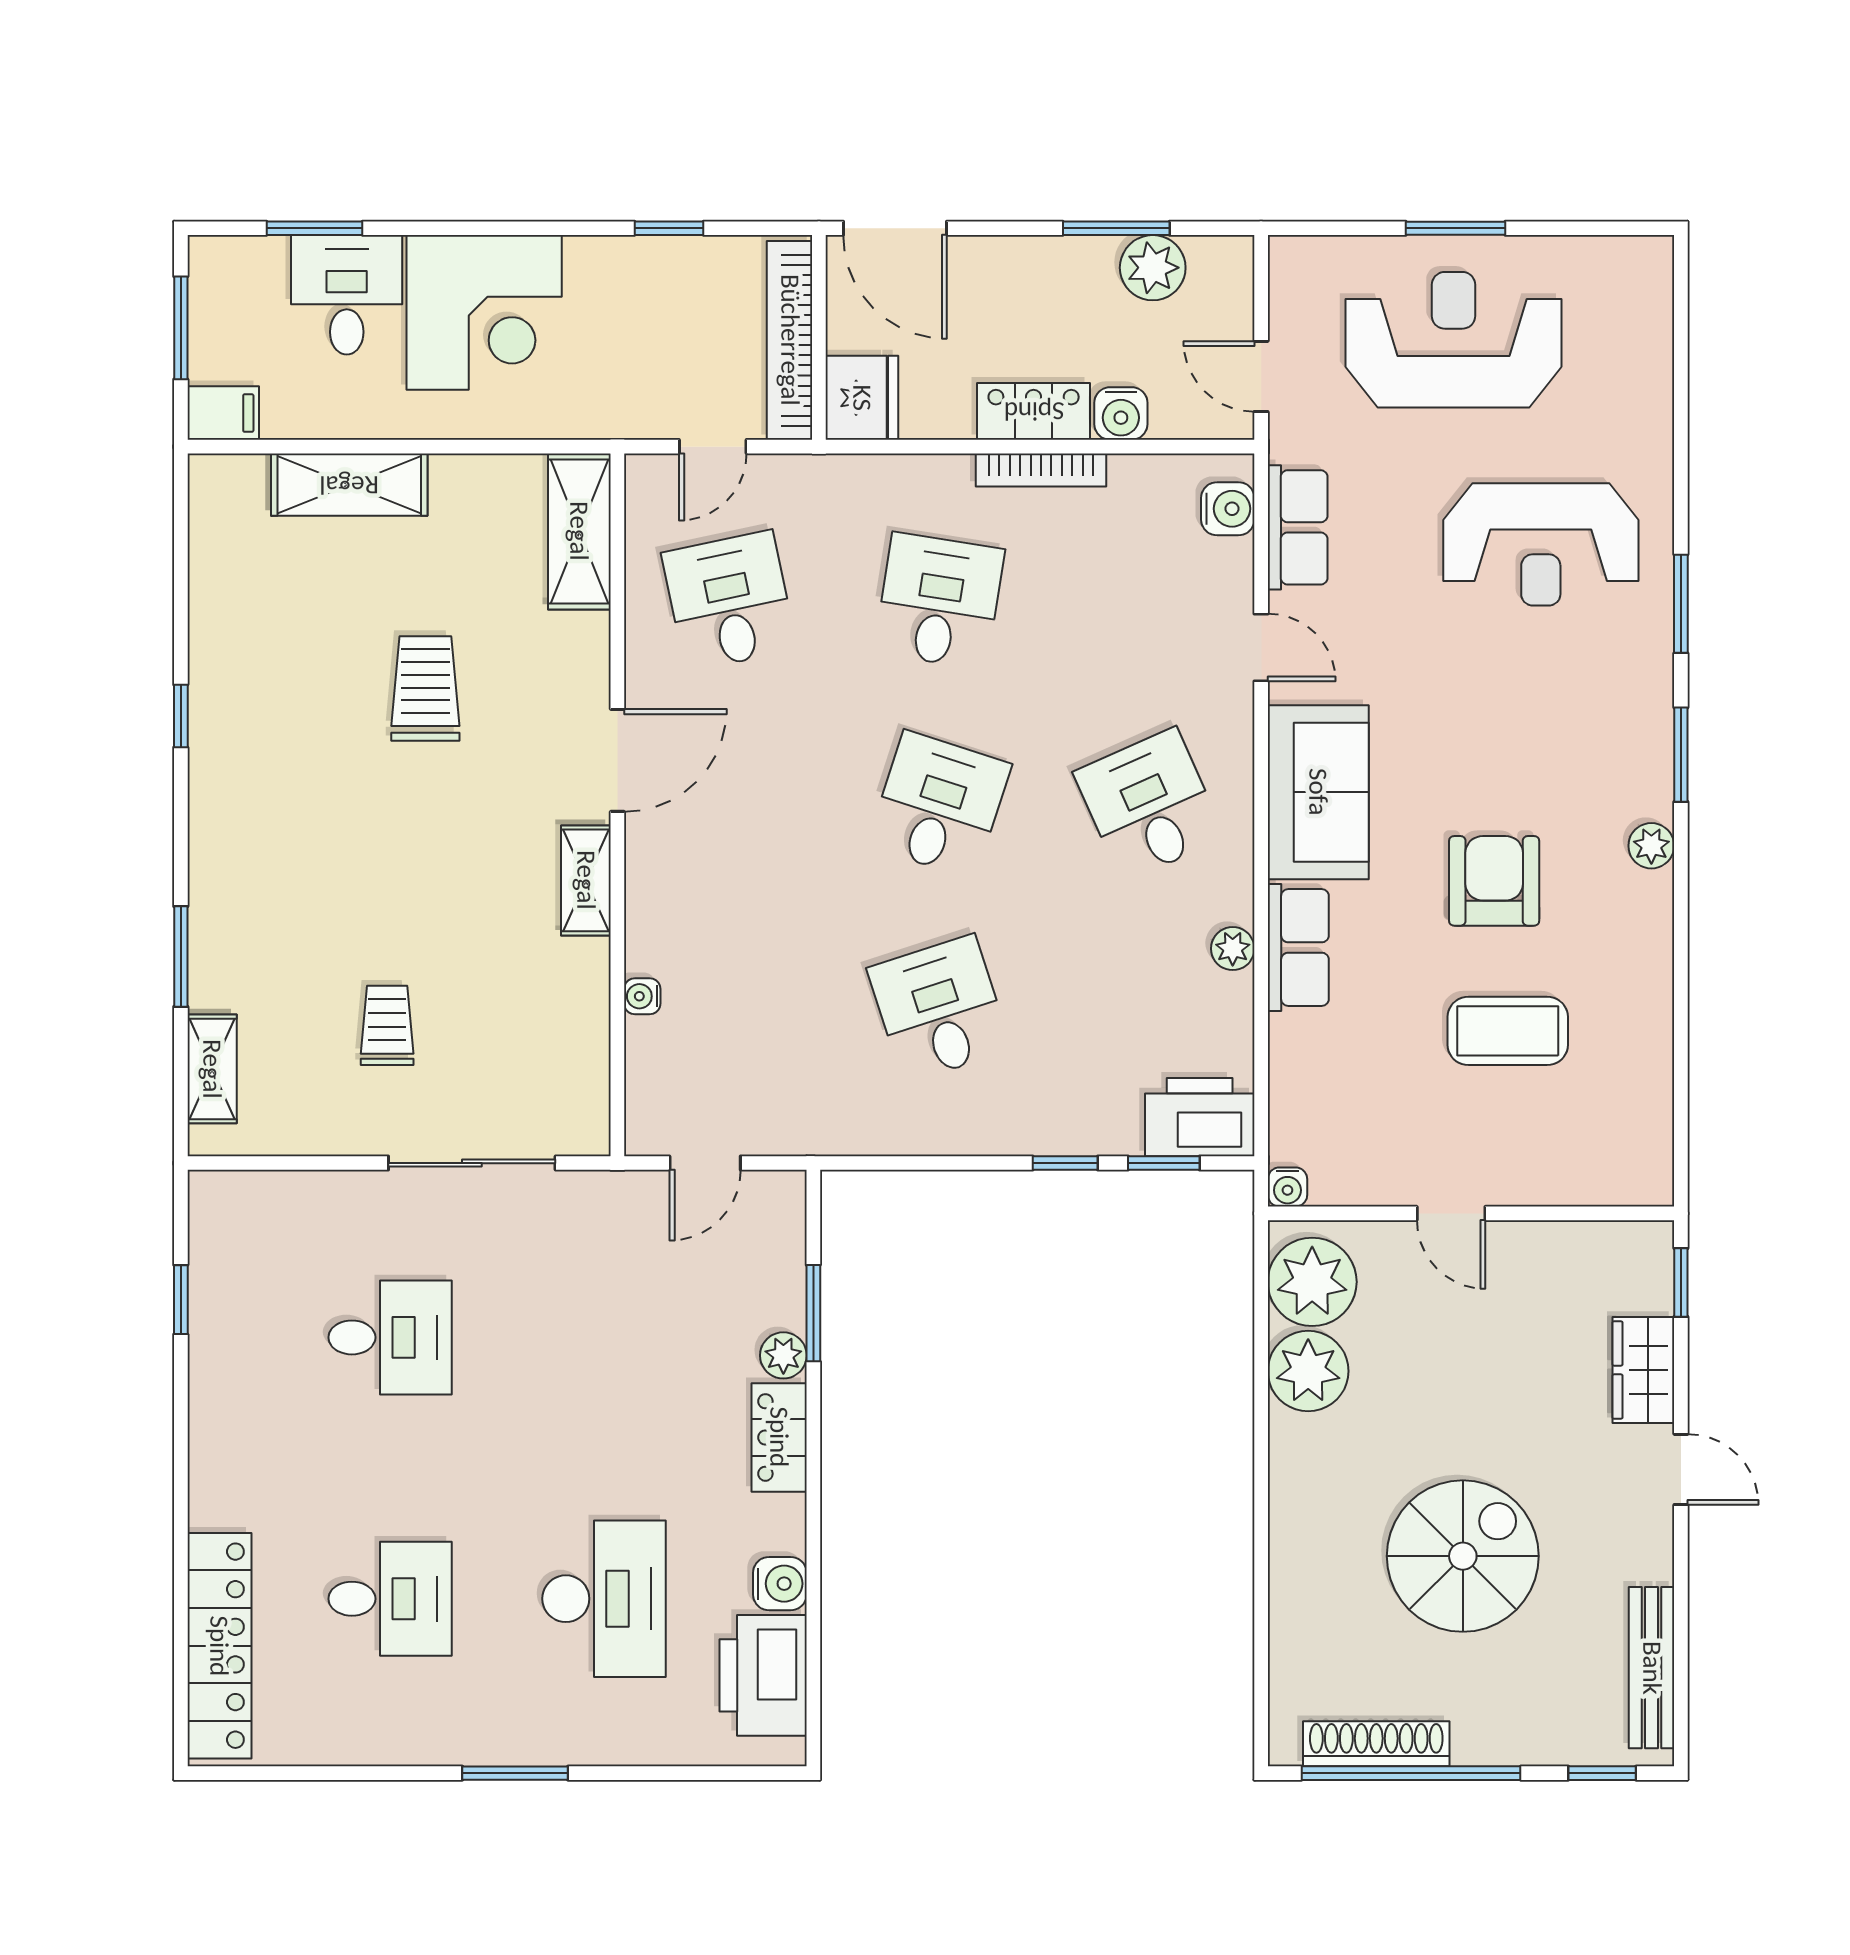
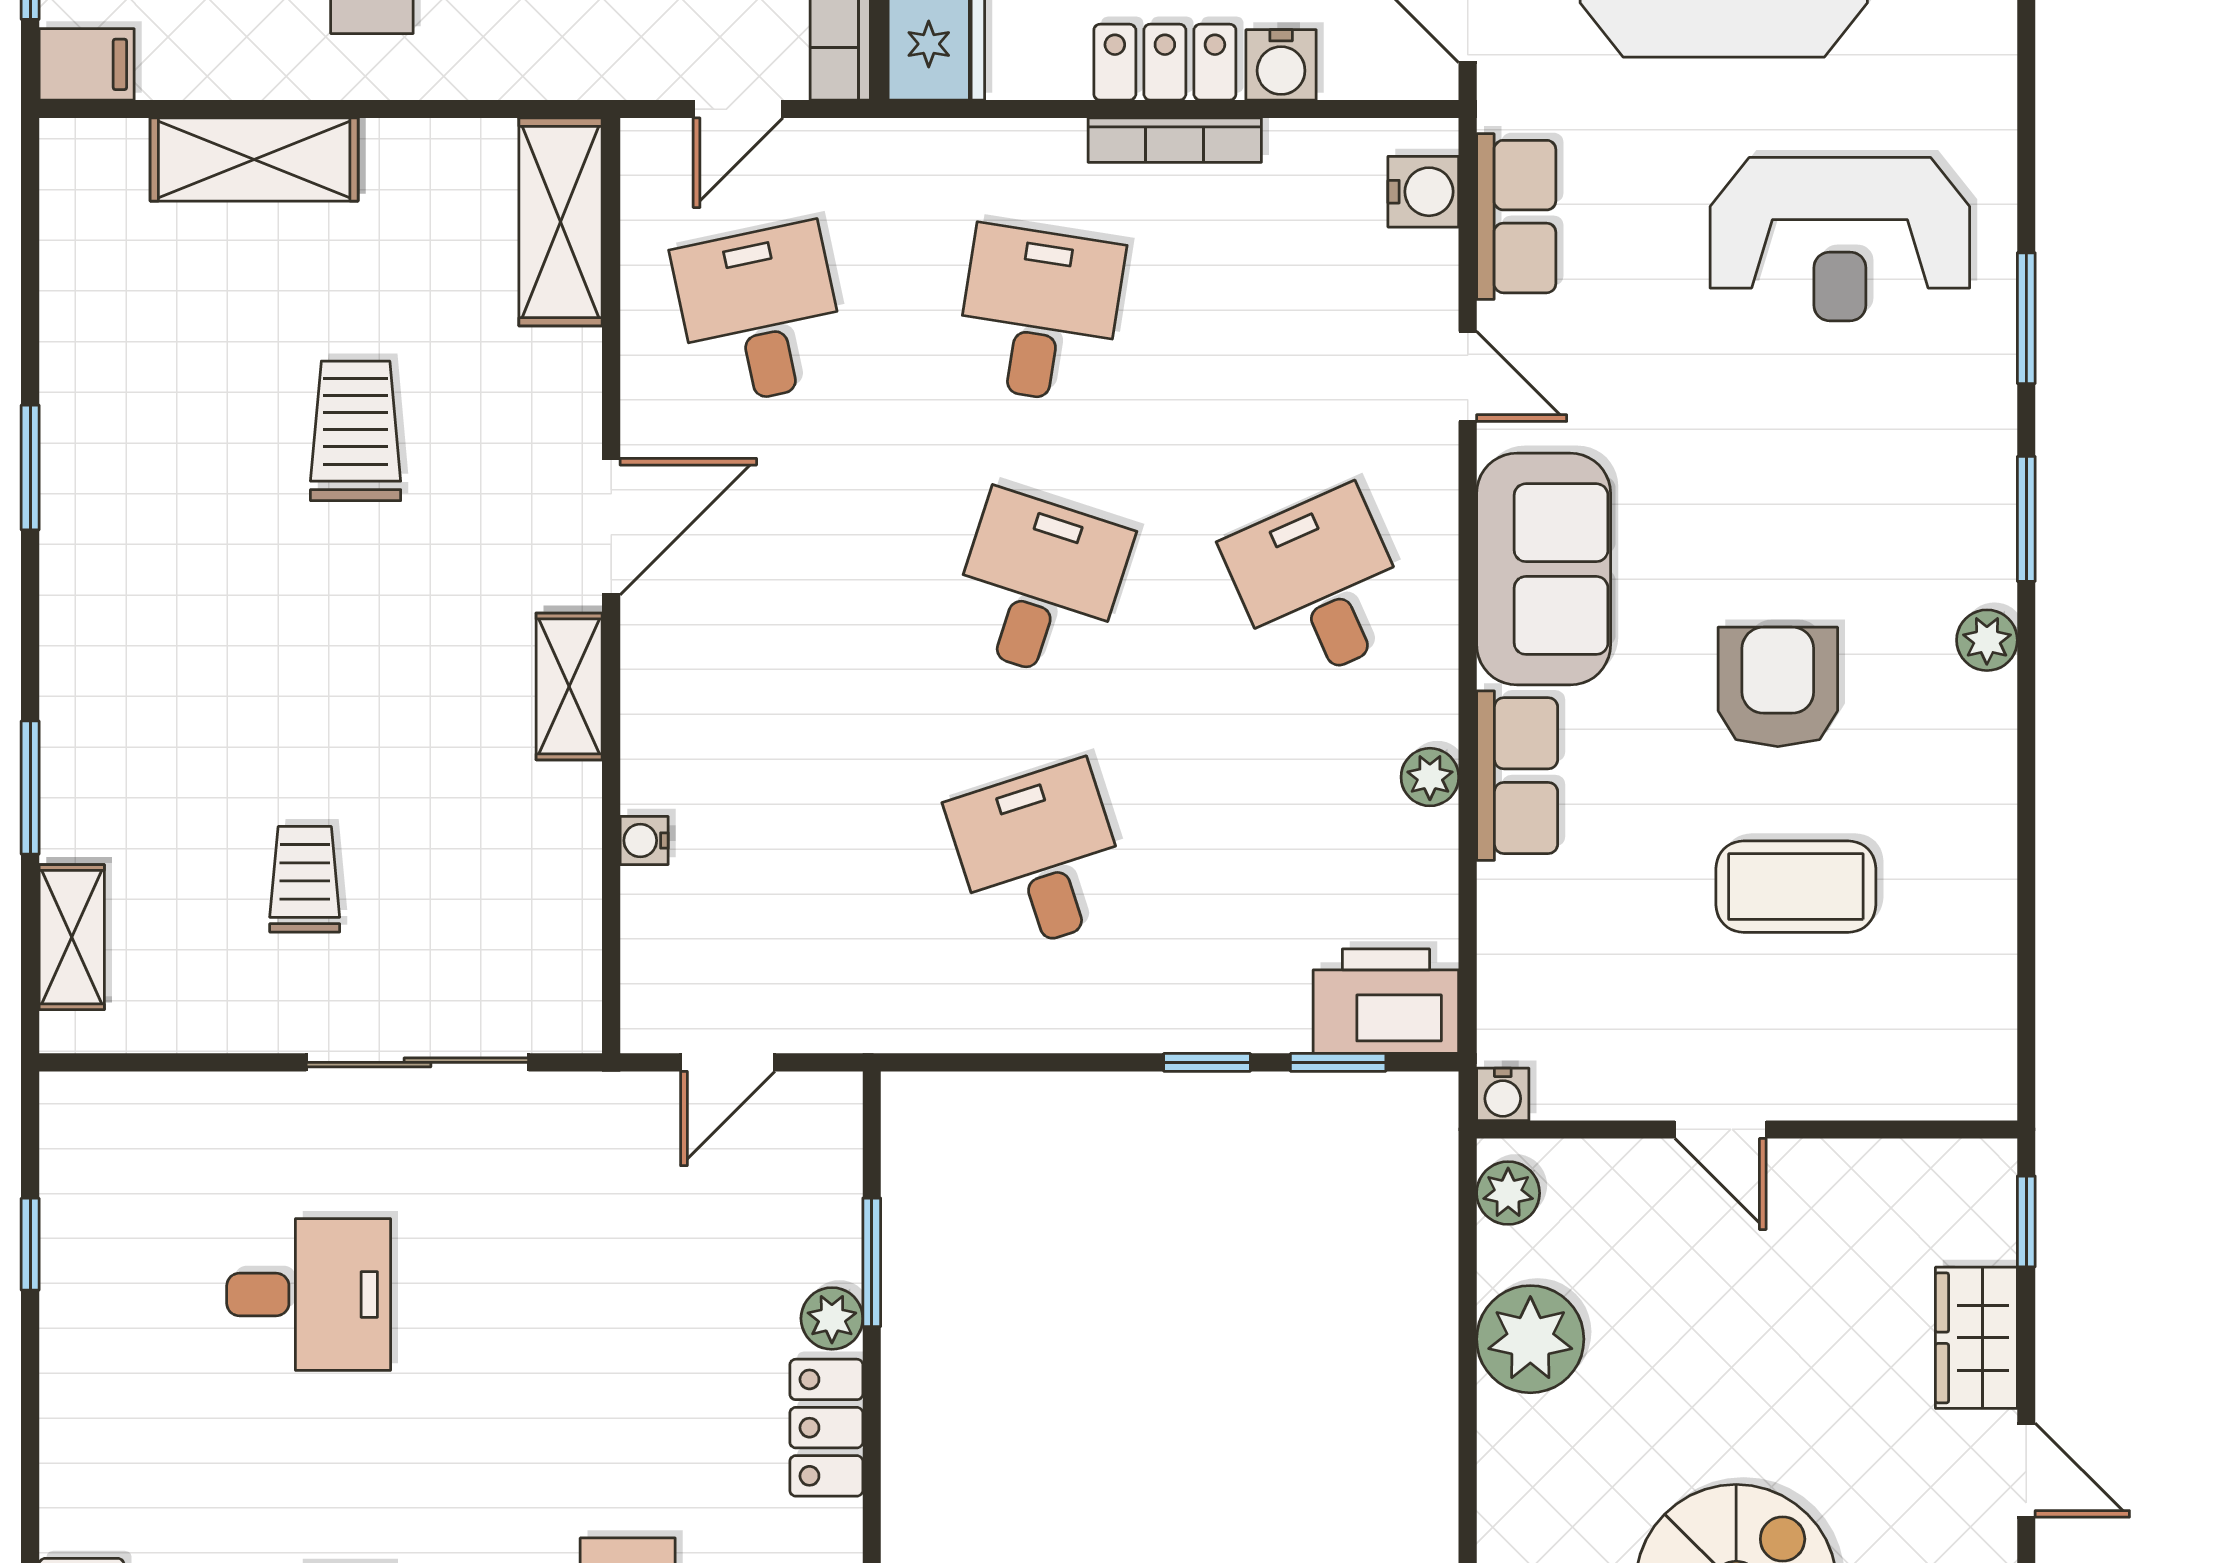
window: (181, 716) -> (30, 467), width x1.50
plant: (1312, 1282) -> (1508, 1193), width x0.53, depth x0.53

